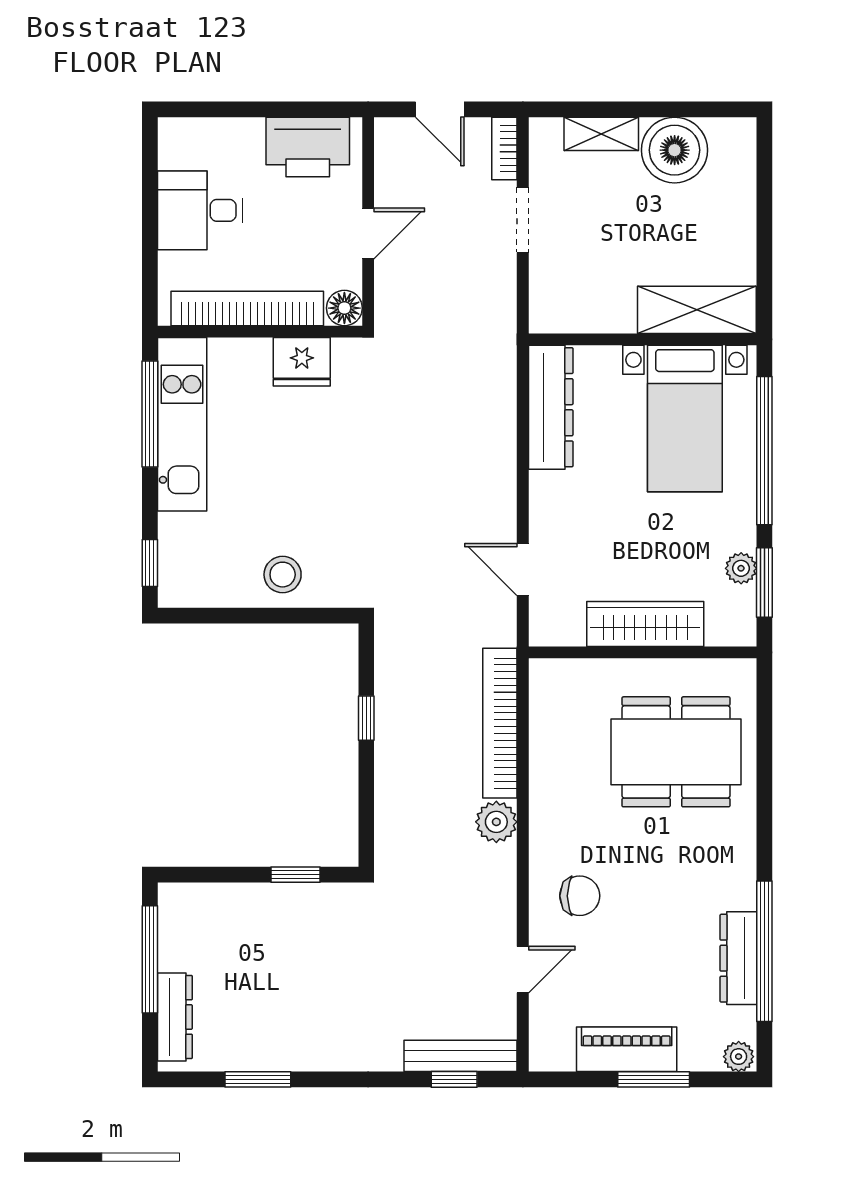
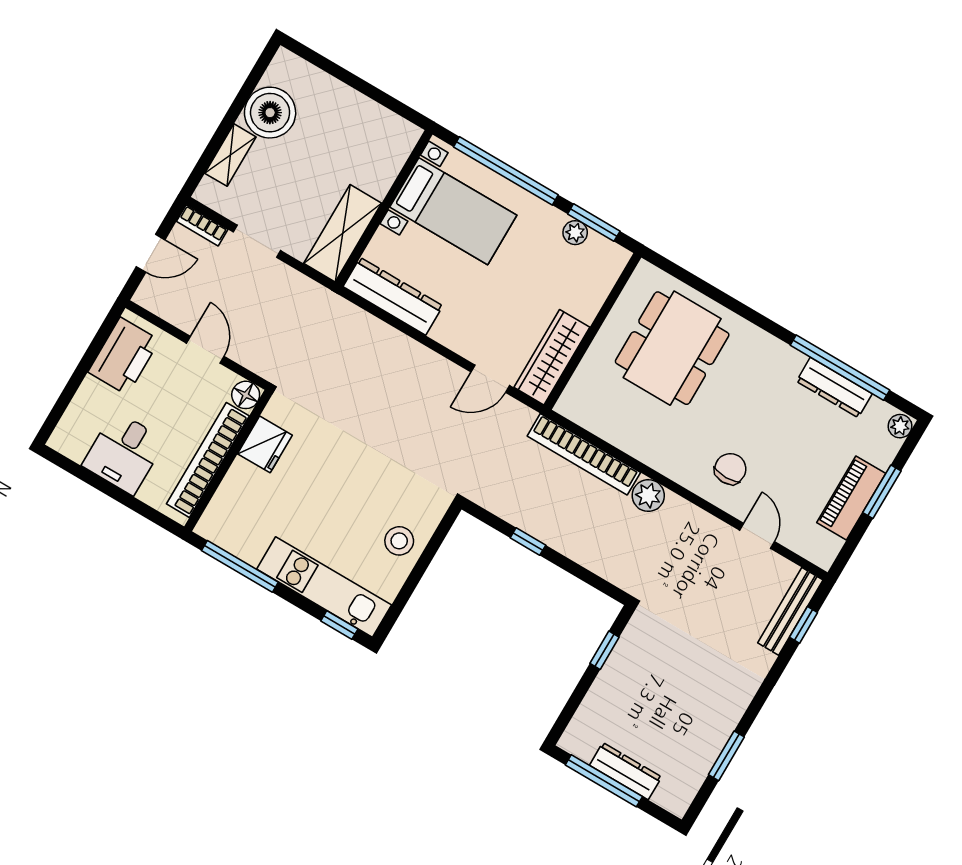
shelving: (697, 310) -> (343, 233), moved
kitchen unit: (182, 424) -> (324, 587), moved
wardrobe: (645, 624) -> (552, 357), moved
dresser: (175, 1017) -> (626, 771), moved

